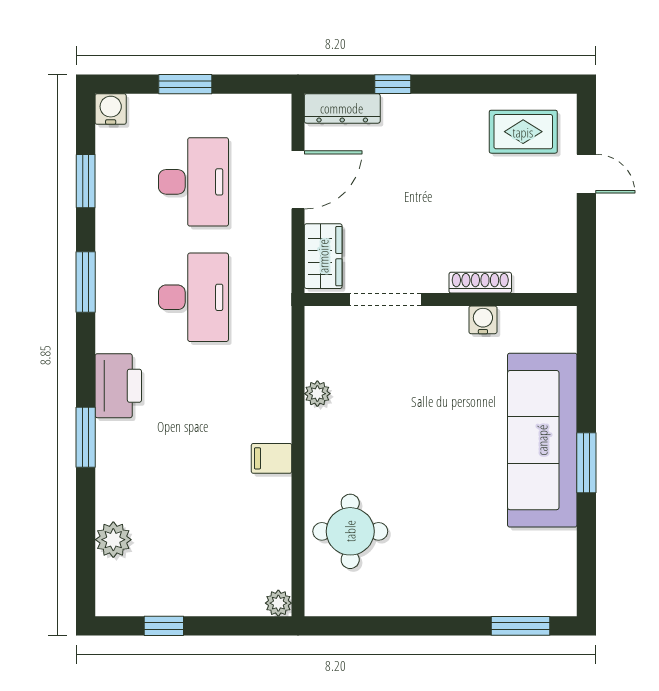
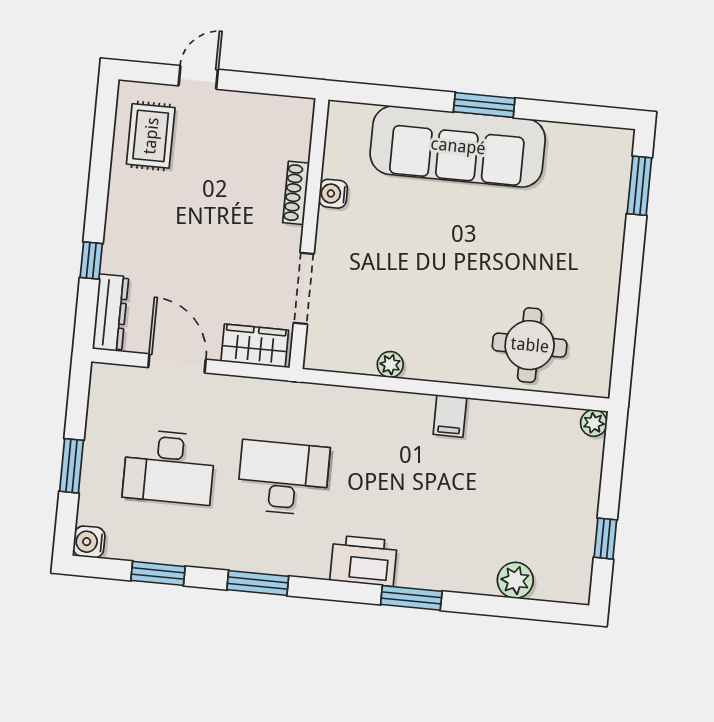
desk: (193, 182) -> (169, 467), turned 180

